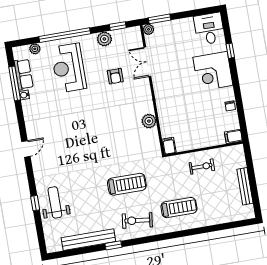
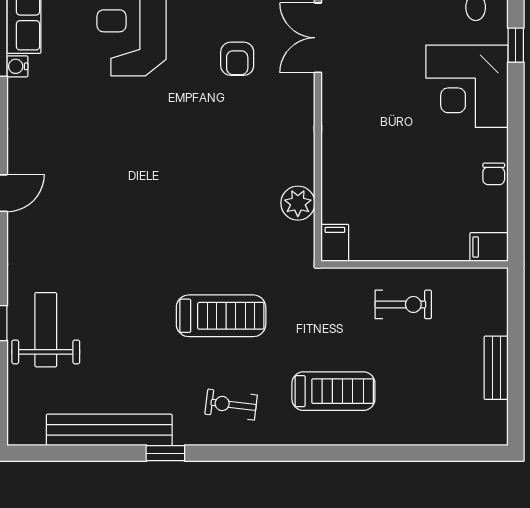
plant: (149, 121) -> (298, 203), moved
bench: (245, 186) -> (496, 368), width x0.73
exercise bike: (137, 220) -> (231, 405), width x0.73, depth x0.72

